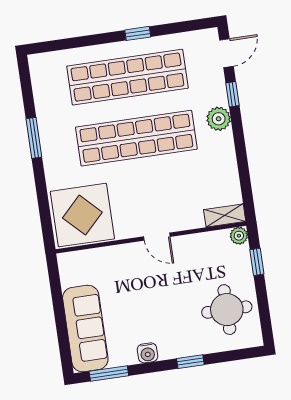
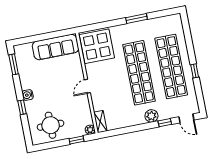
sofa: (85, 329) -> (55, 47), moved
water cooler: (147, 353) -> (28, 95), moved

